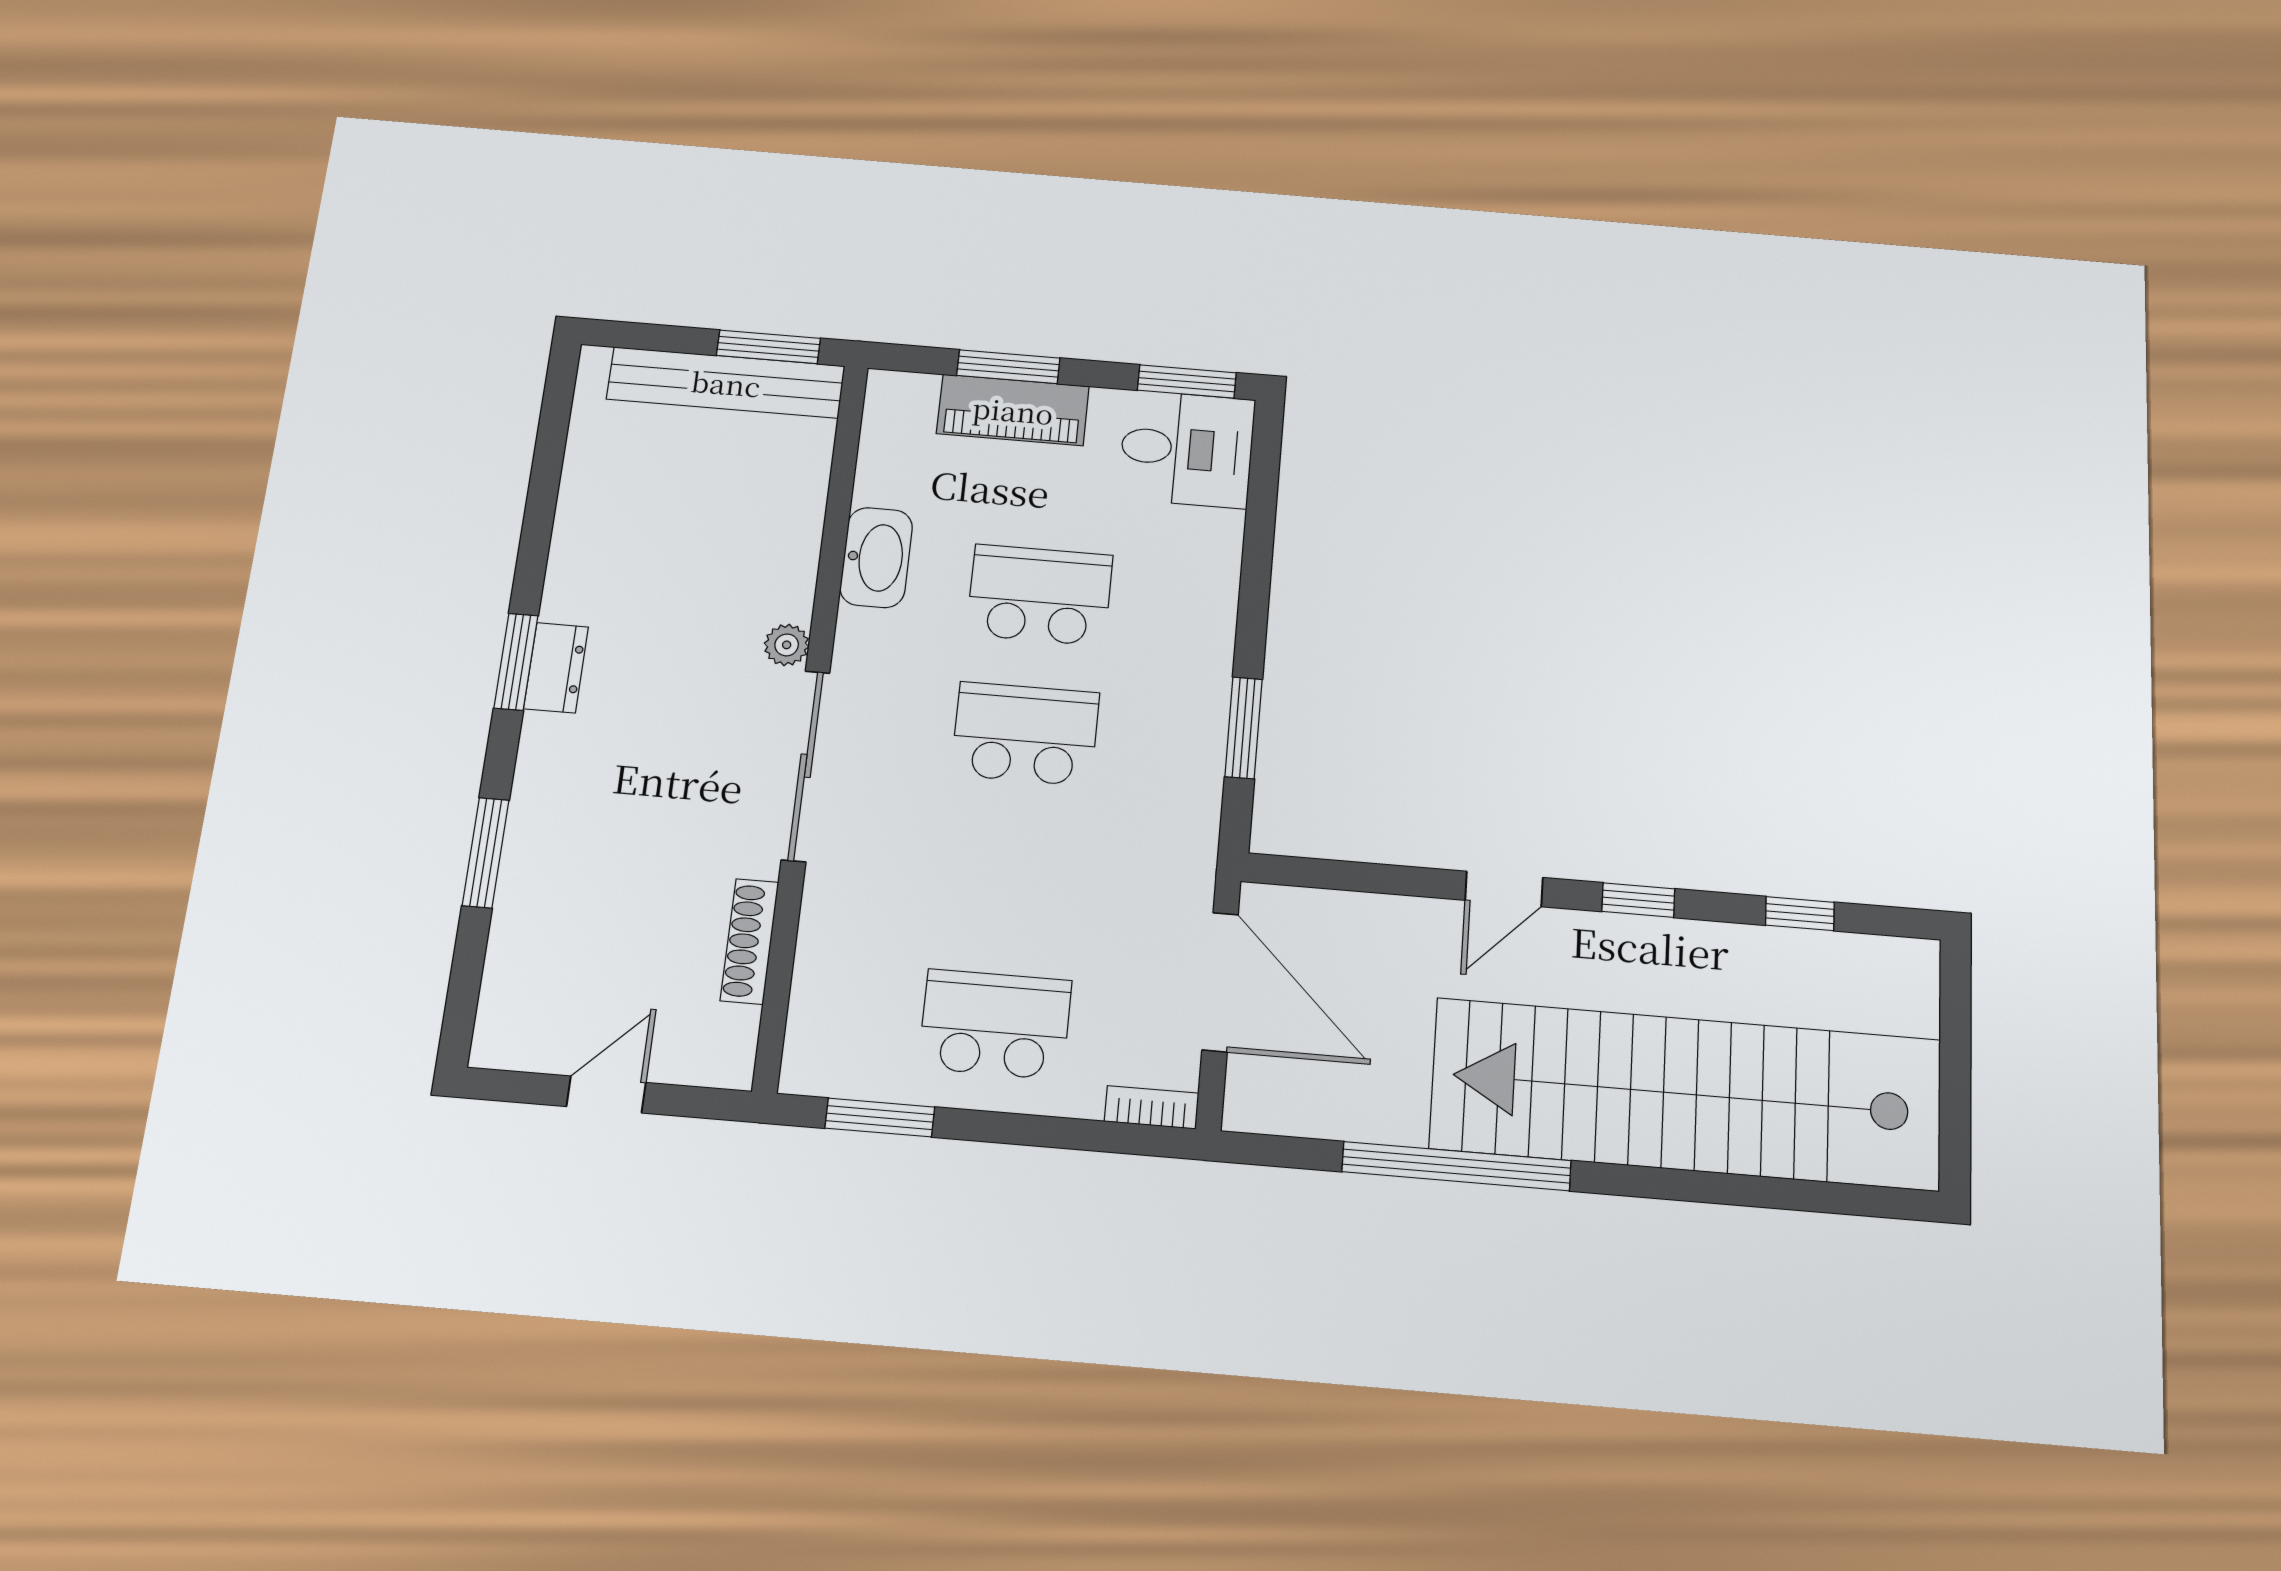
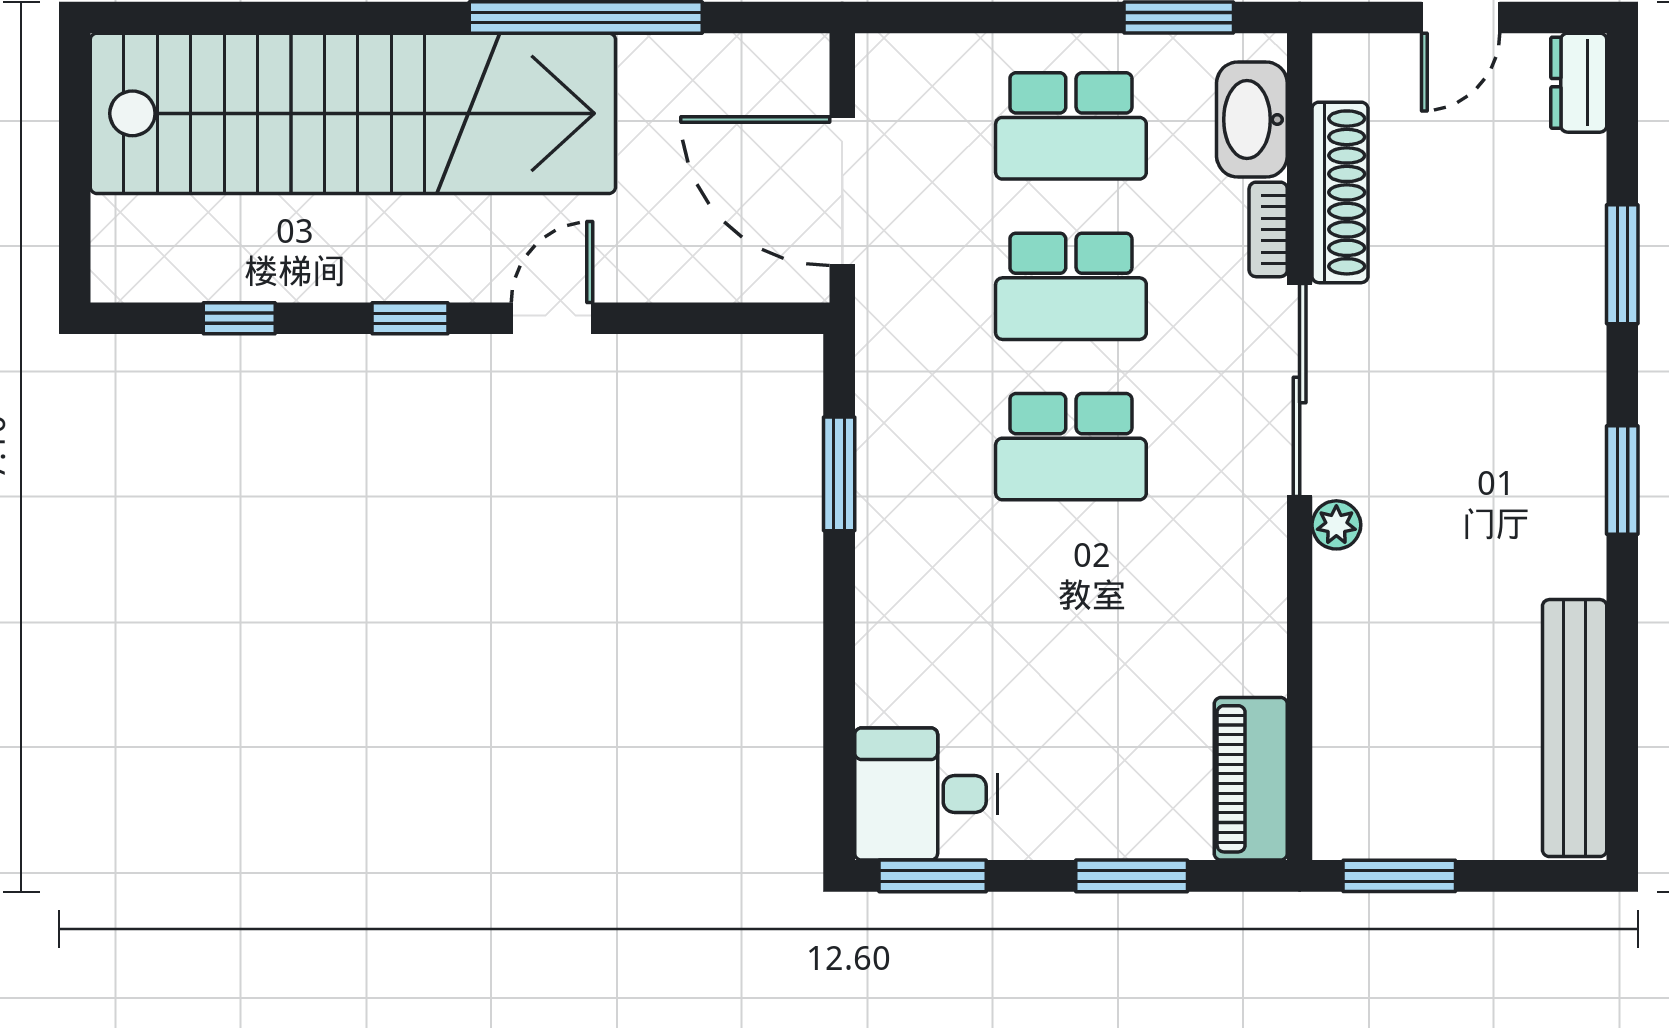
bench: (726, 383) -> (1575, 728), moved, turned 90
piano: (1013, 410) -> (1251, 779), moved, turned -90
washbasin: (876, 557) -> (1252, 120), moved
school desk: (1040, 595) -> (1071, 286), moved
dresser: (556, 668) -> (1579, 83), moved
shoe rack: (750, 941) -> (1340, 192), width x1.36, depth x1.24
bookcase: (1152, 1107) -> (1268, 229), moved, turned 90

